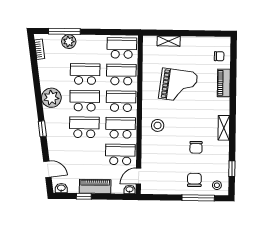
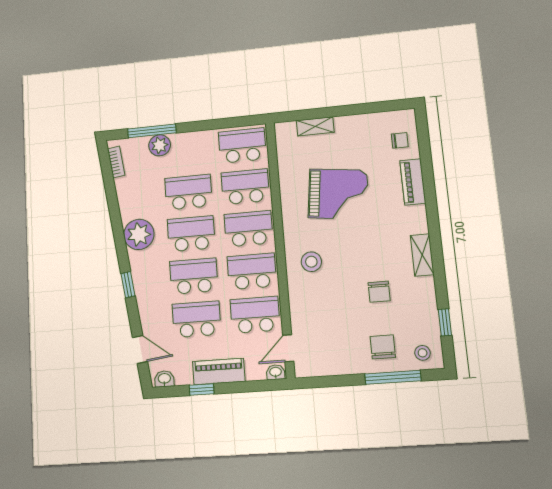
school desk: (84, 154) -> (196, 319), added

